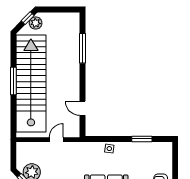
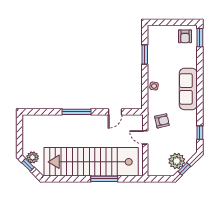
window: (83, 48) -> (77, 112), moved
window: (13, 81) -> (104, 179), moved
armchair: (73, 157) -> (162, 121), added

